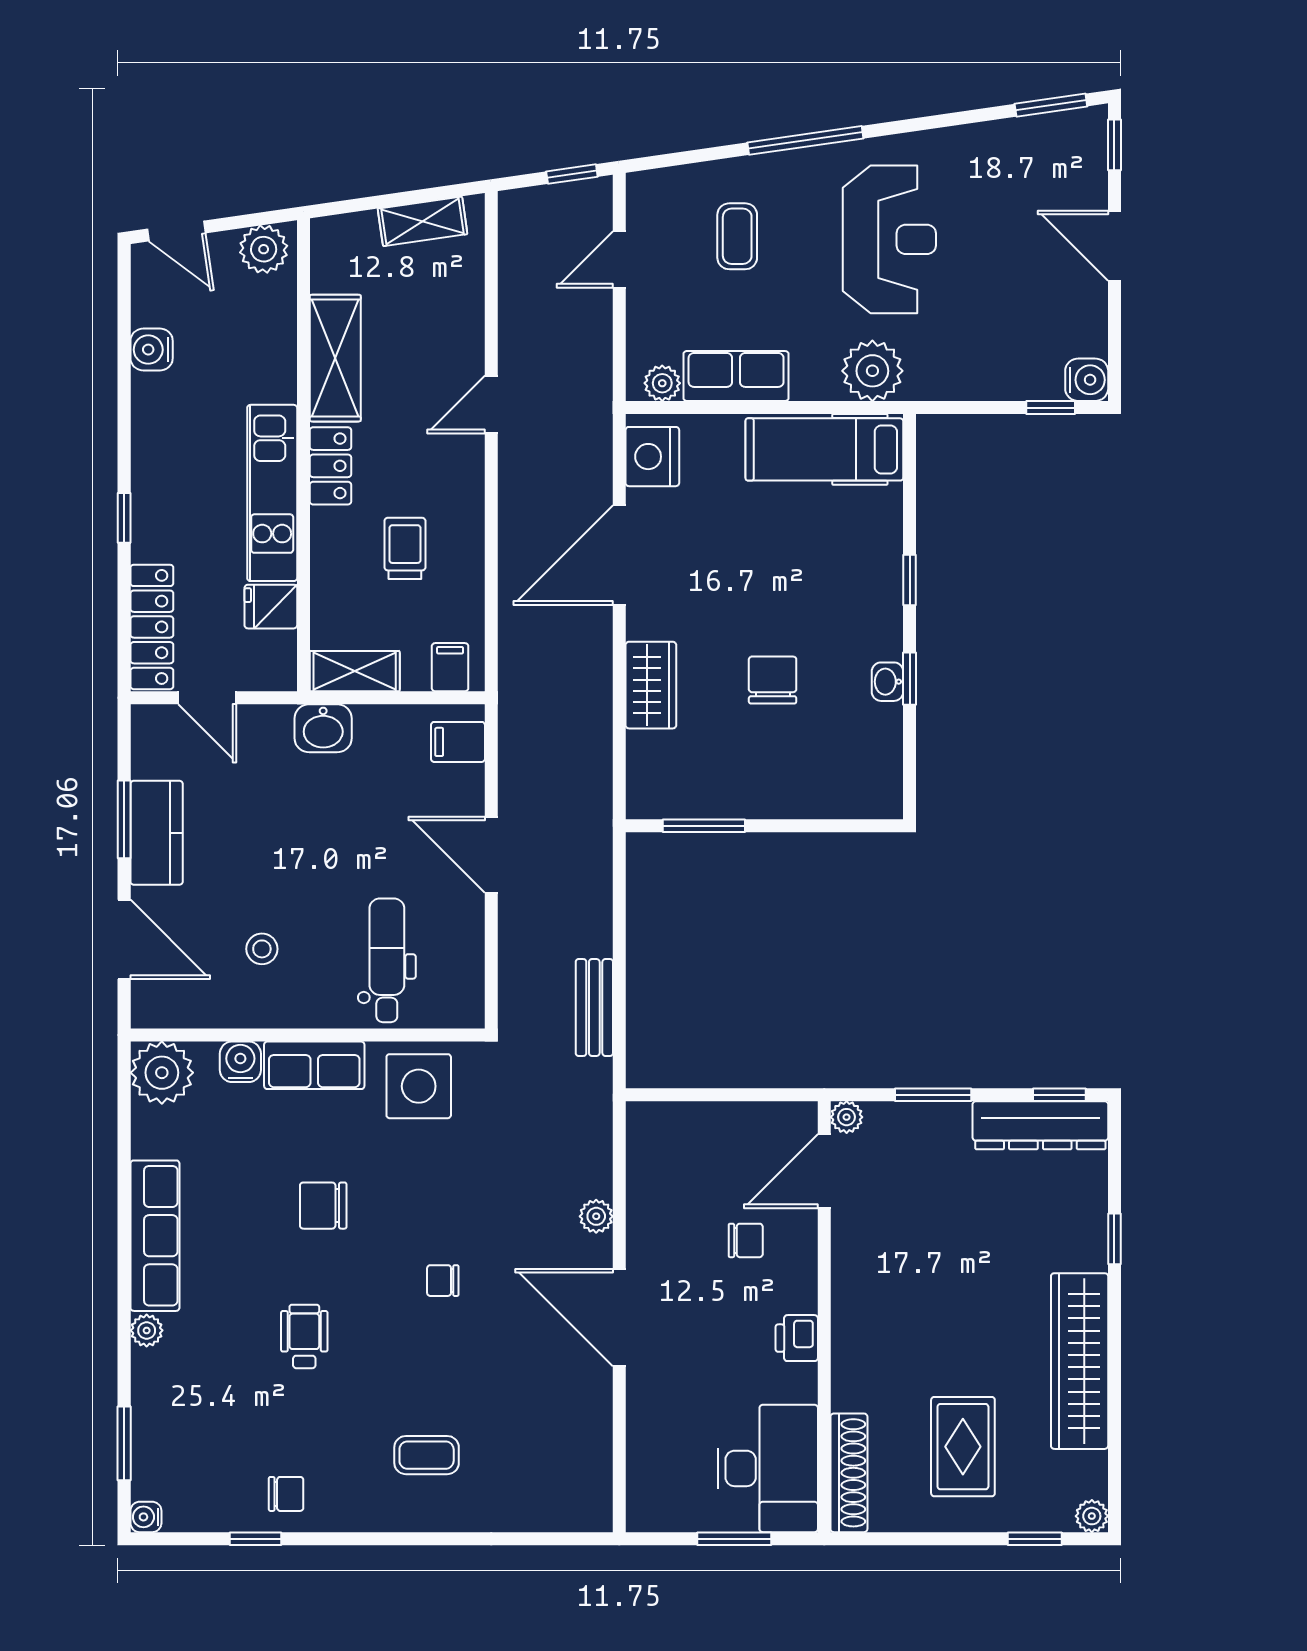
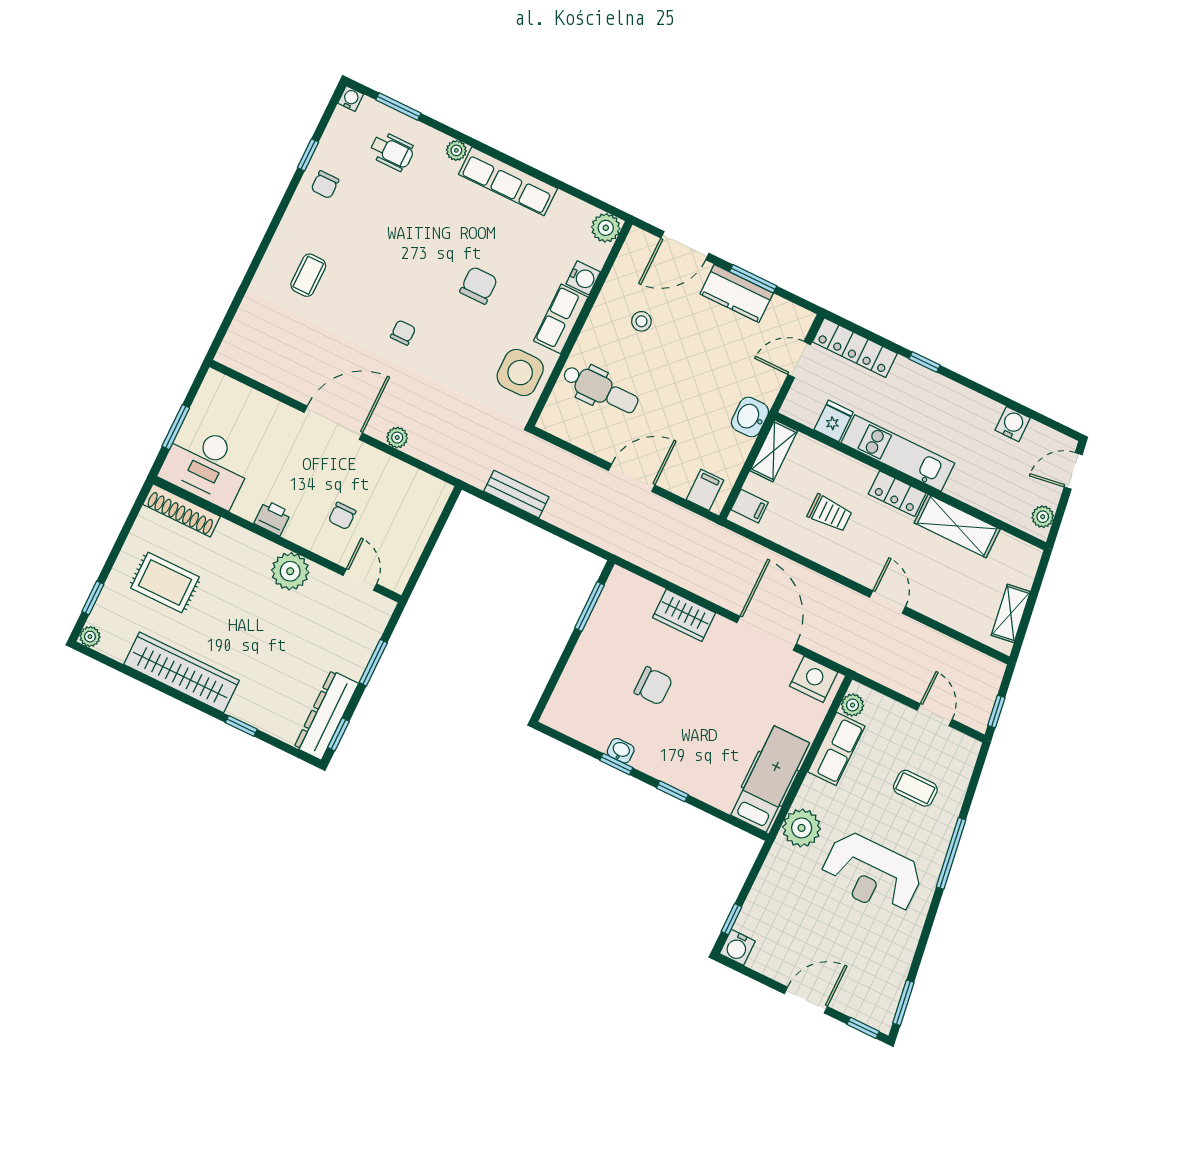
plant: (264, 249) -> (1043, 517), width x0.73, depth x0.73
plant: (162, 1073) -> (606, 228), width x0.73, depth x0.73
plant: (847, 1117) -> (290, 571), moved, width x1.88, depth x1.88
door: (824, 1171) -> (360, 580), width x0.73
wheelchair: (304, 1336) -> (392, 151), moved

